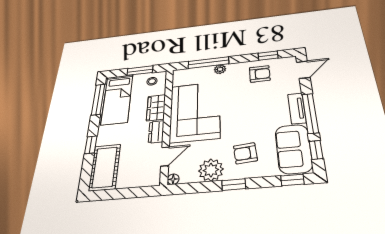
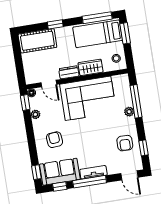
window: (140, 71) -> (125, 33), moved
plant: (211, 170) -> (35, 114), width x0.53, depth x0.53
window: (234, 185) -> (25, 103), moved

